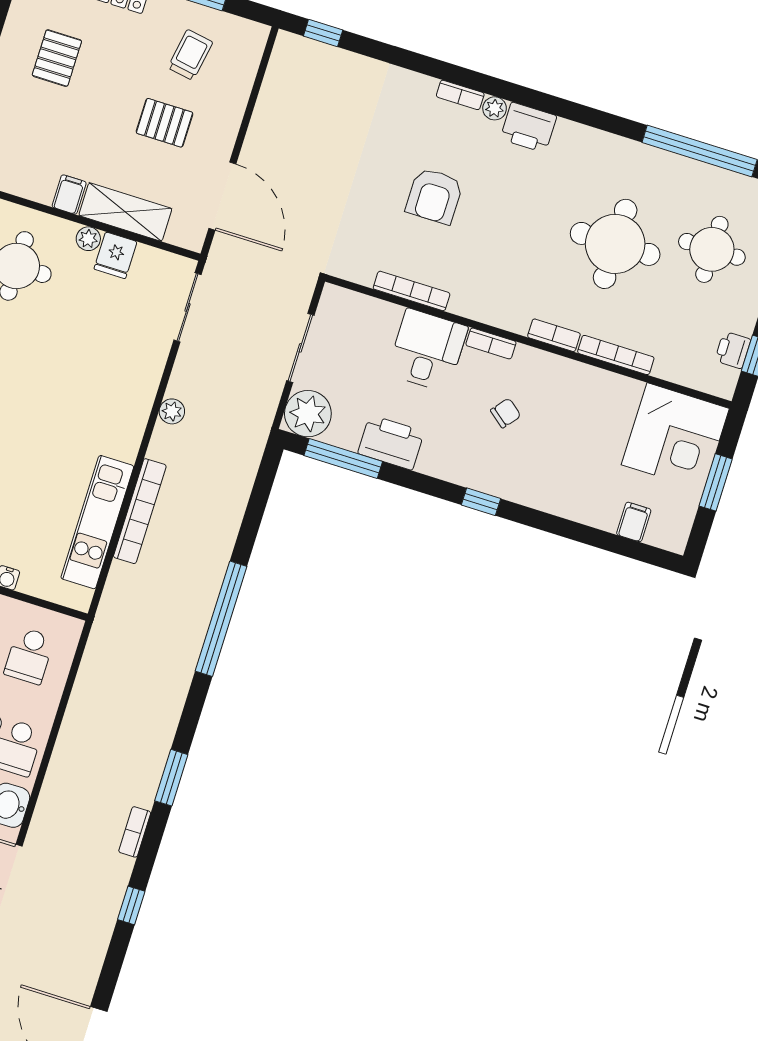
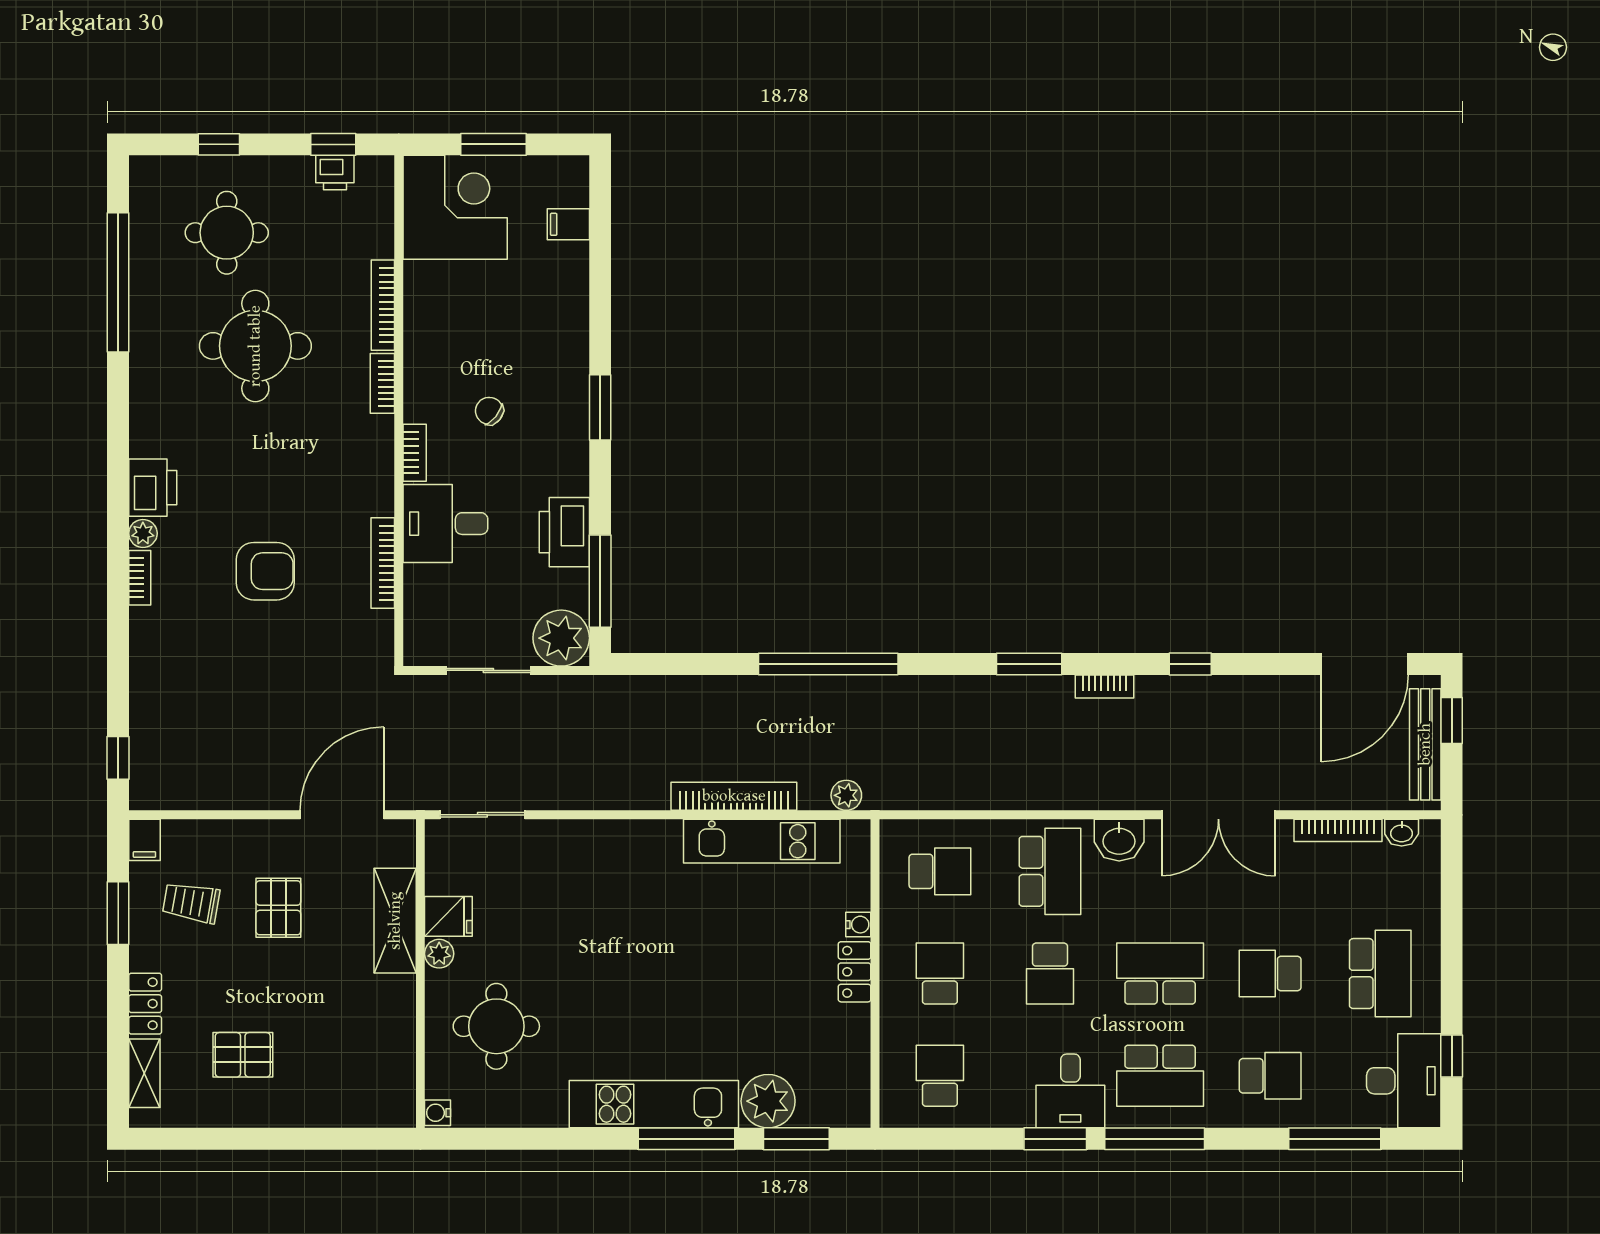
filing cabinet: (69, 195) -> (144, 840), moved, turned -90
plant: (172, 411) -> (846, 795), moved
window: (481, 502) -> (600, 407), width x1.50

